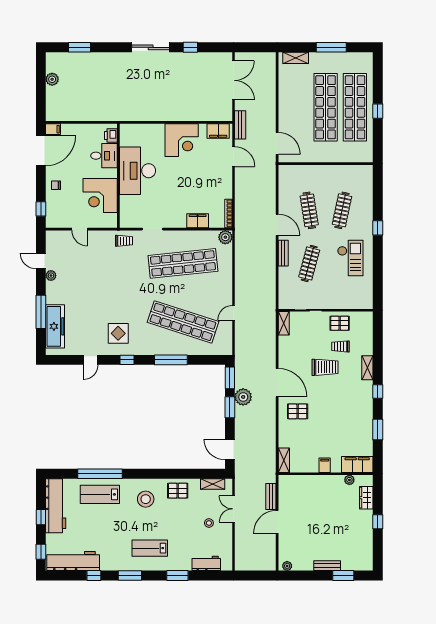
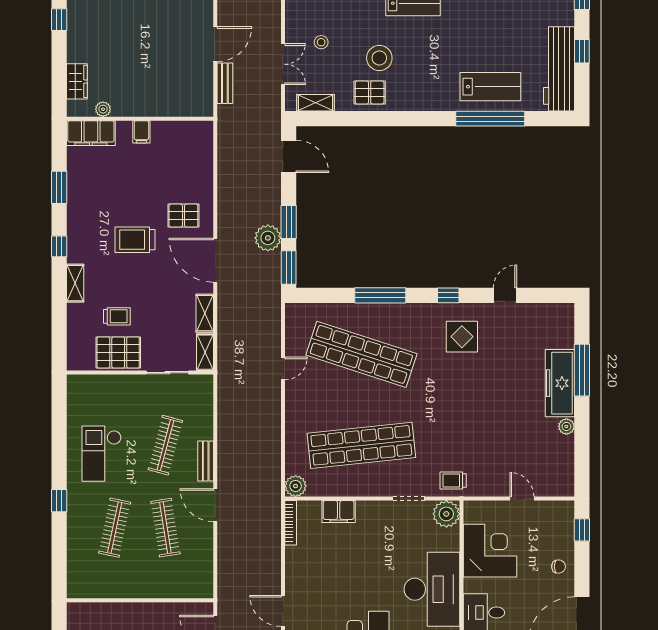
plant: (128, 219) -> (446, 514), added
door: (41, 261) -> (582, 449), removed
pallet: (340, 323) -> (118, 352), width x1.50, depth x1.42
freezer: (55, 326) -> (560, 383), moved
trolley: (325, 367) -> (135, 240), moved
shelving: (284, 460) -> (205, 313), moved
stool: (146, 499) -> (379, 58), moved
window: (378, 522) -> (59, 20), moved

